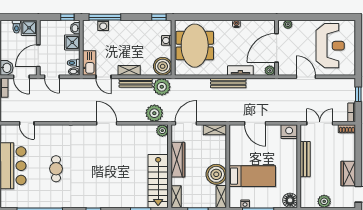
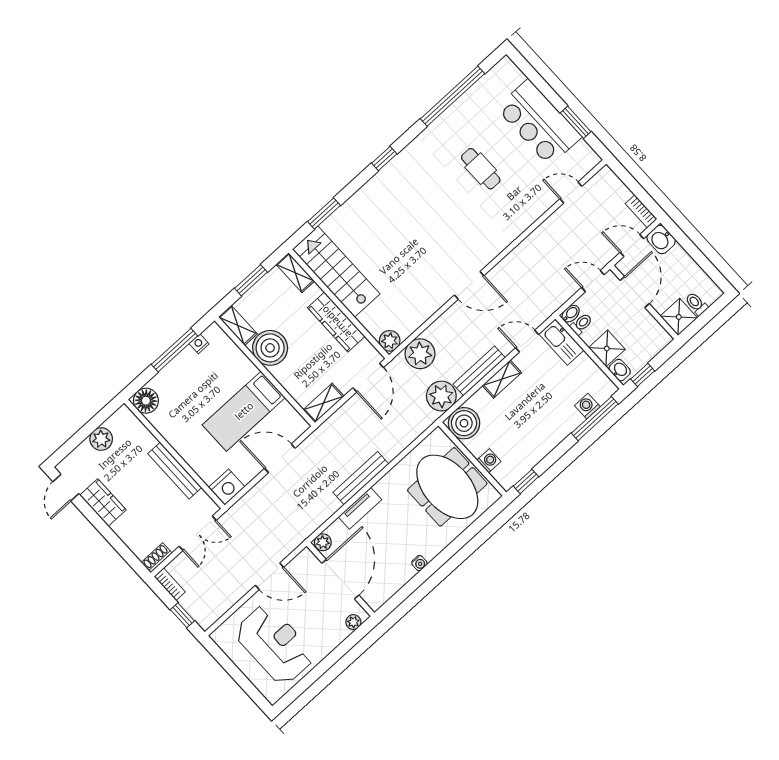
reception desk: (330, 46) -> (275, 644), turned 180
bed: (252, 176) -> (244, 411), moved

